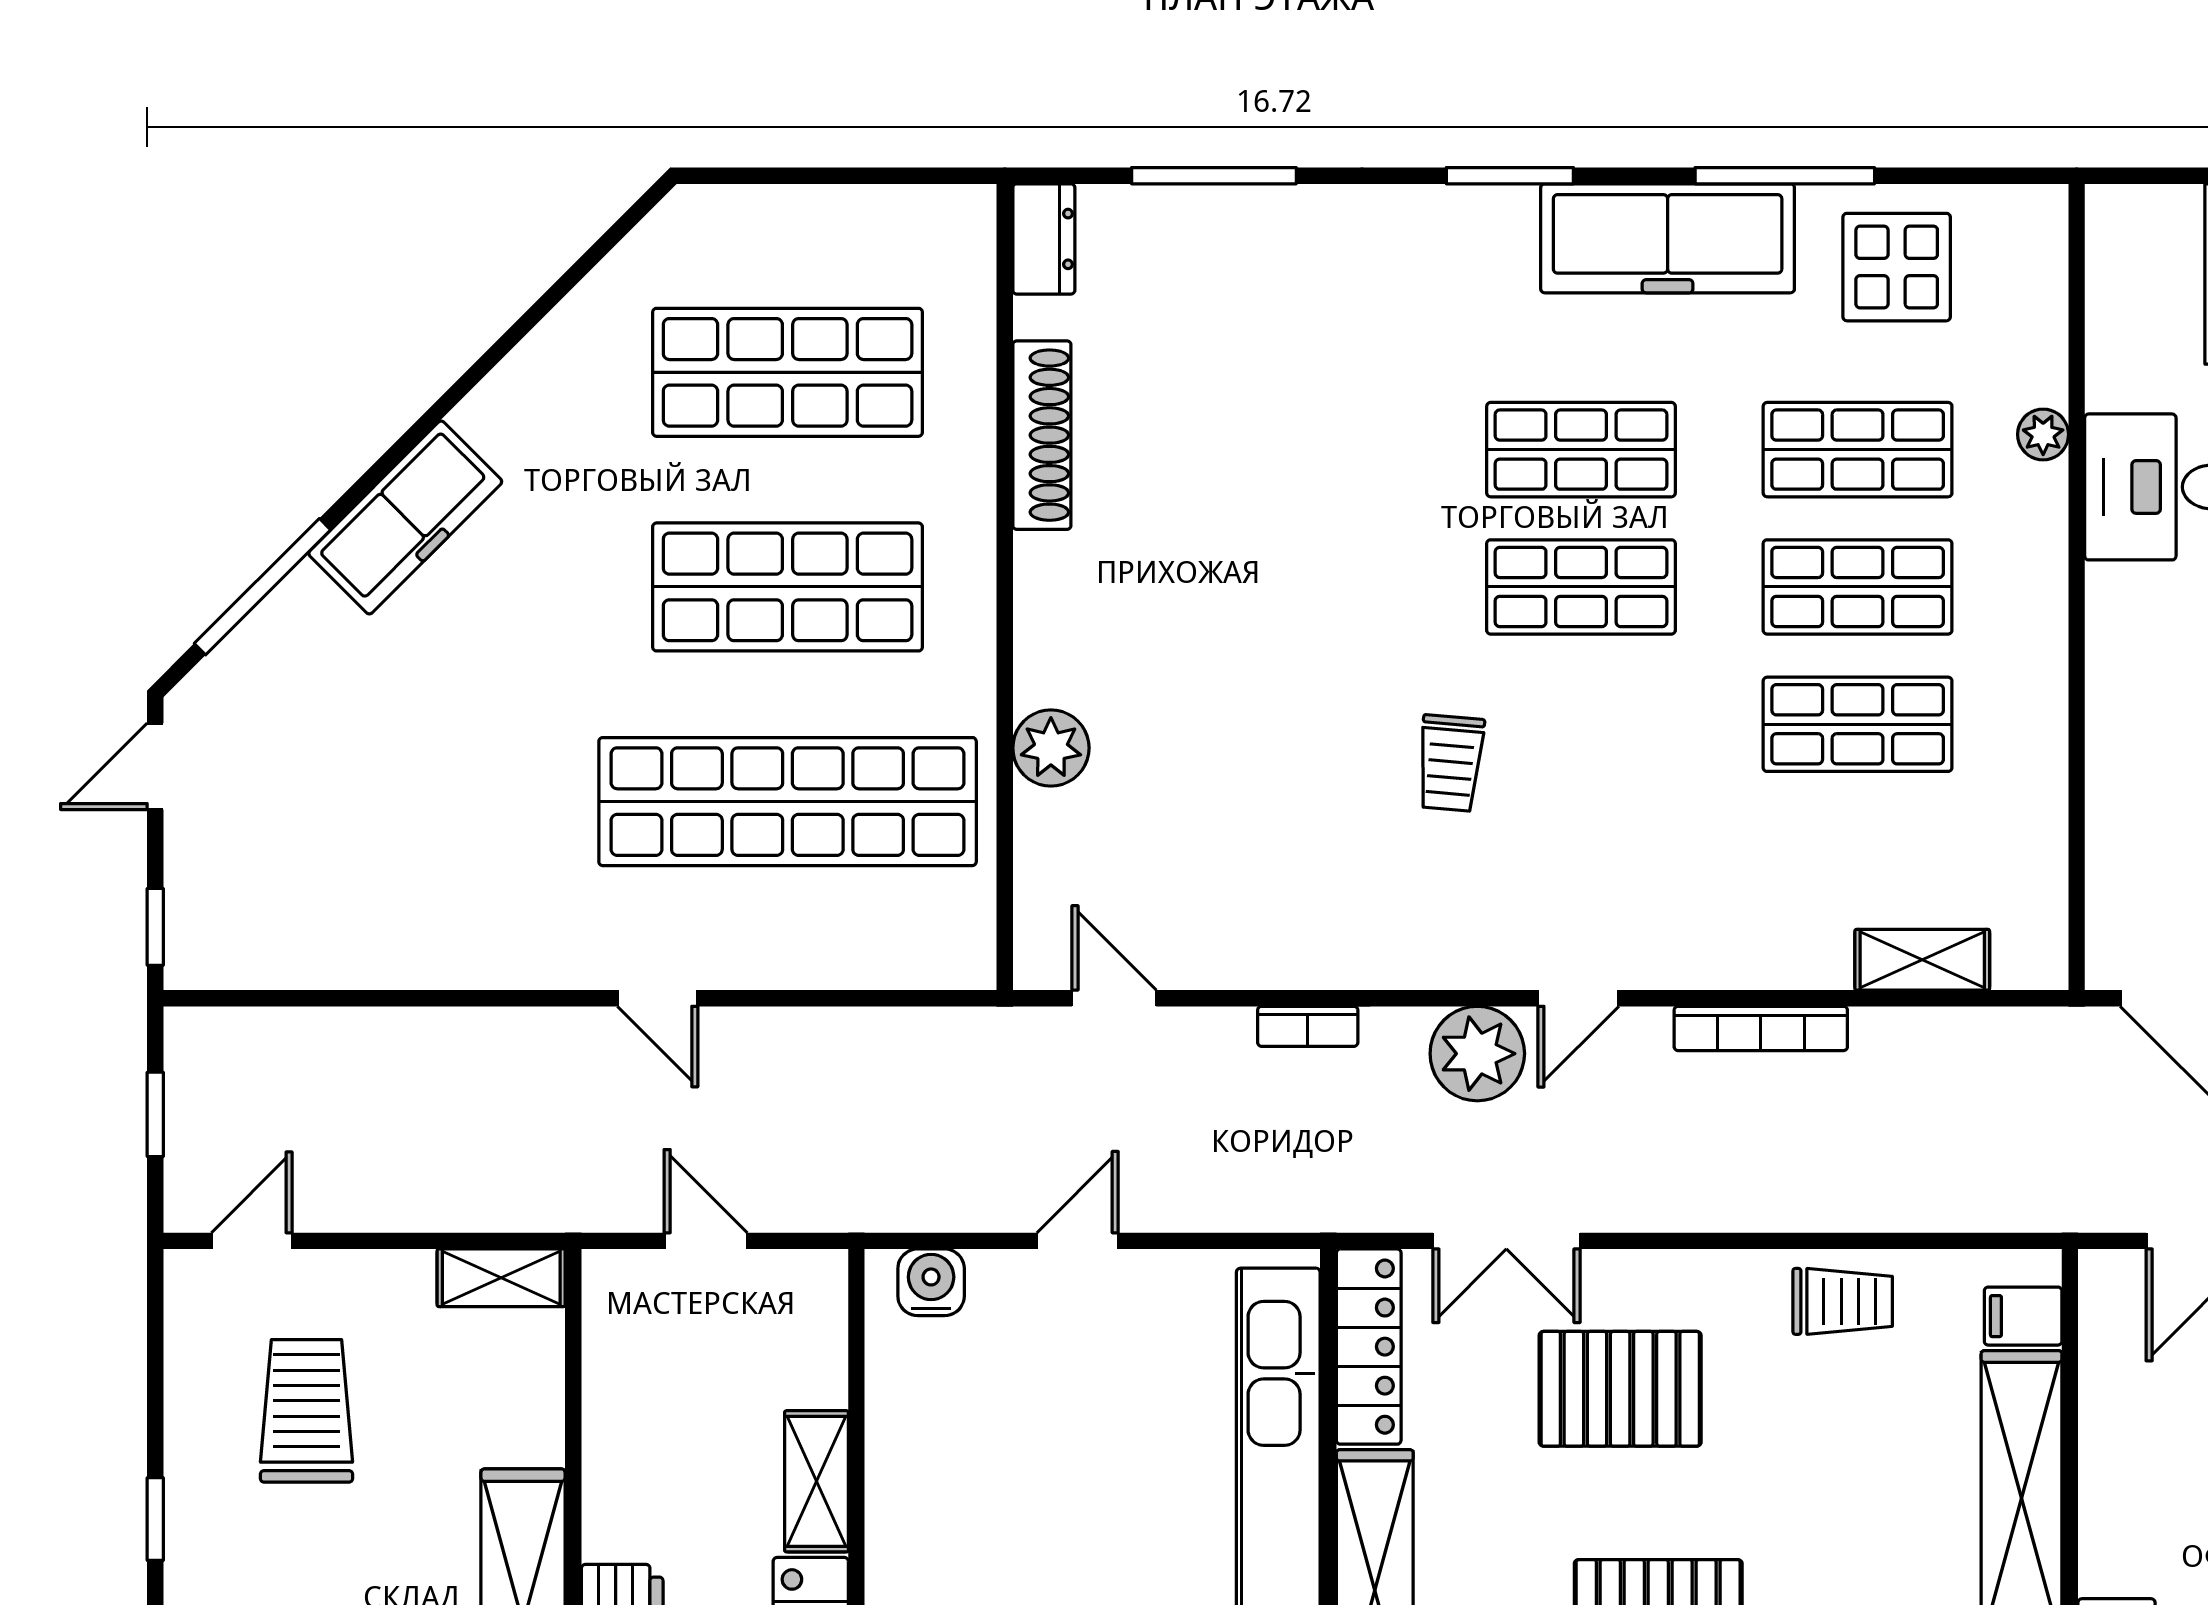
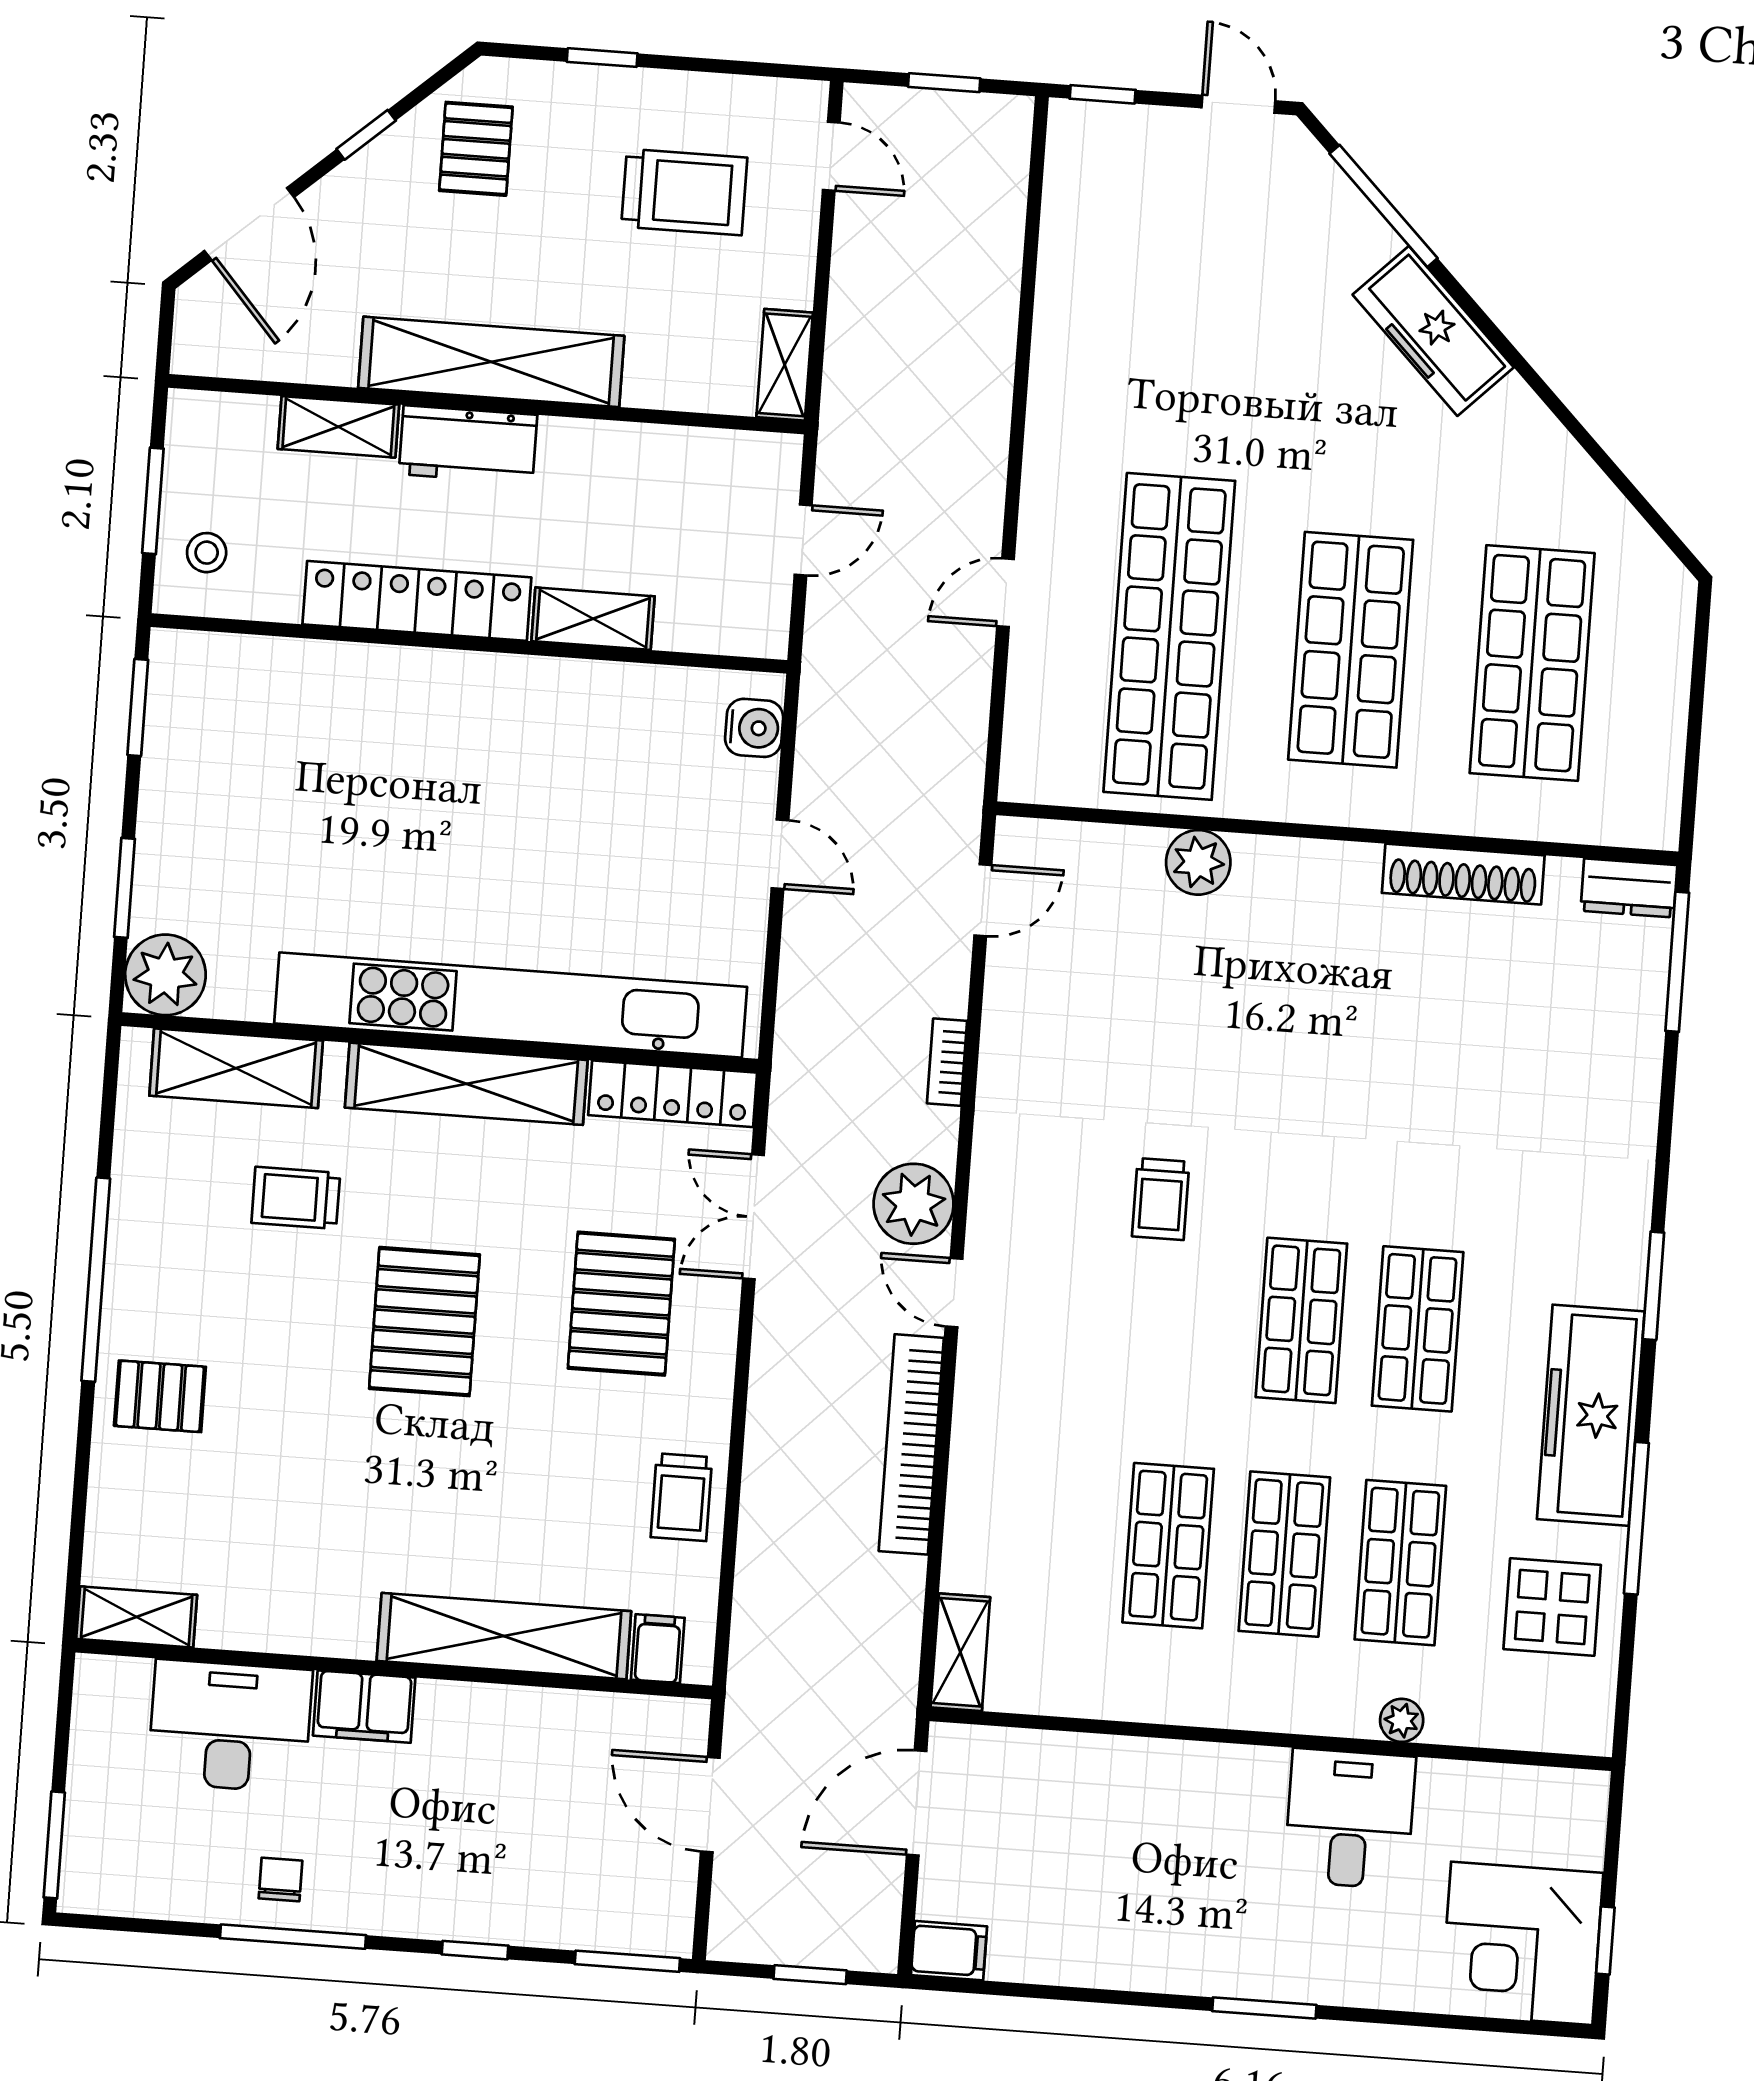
window: (1214, 176) -> (1677, 962), moved
trolley: (1450, 763) -> (1161, 1199), turned -95
shelving: (1922, 960) -> (960, 1652), moved
door: (658, 998) -> (1005, 593), moved
bookcase: (1761, 1028) -> (911, 1444), width x1.48, depth x1.31

